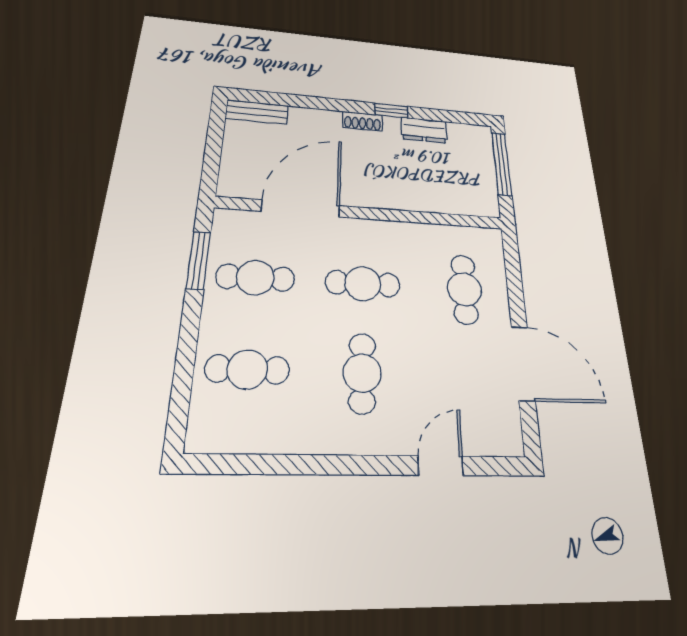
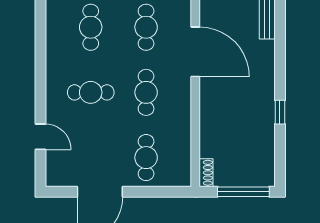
shoe rack: (363, 121) -> (206, 173), moved, turned 180
dresser: (424, 130) -> (266, 136), removed
cafe table: (464, 289) -> (146, 158), turned 90

